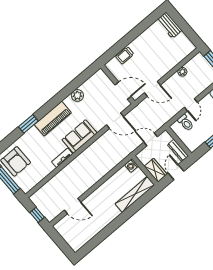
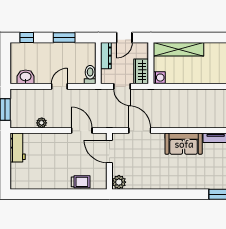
workbench: (169, 25) -> (18, 147), moved
plant: (77, 95) -> (119, 182), moved
piano: (53, 119) -> (194, 180), removed
toilet: (186, 123) -> (90, 75), moved
wardrobe: (156, 170) -> (141, 71), moved

